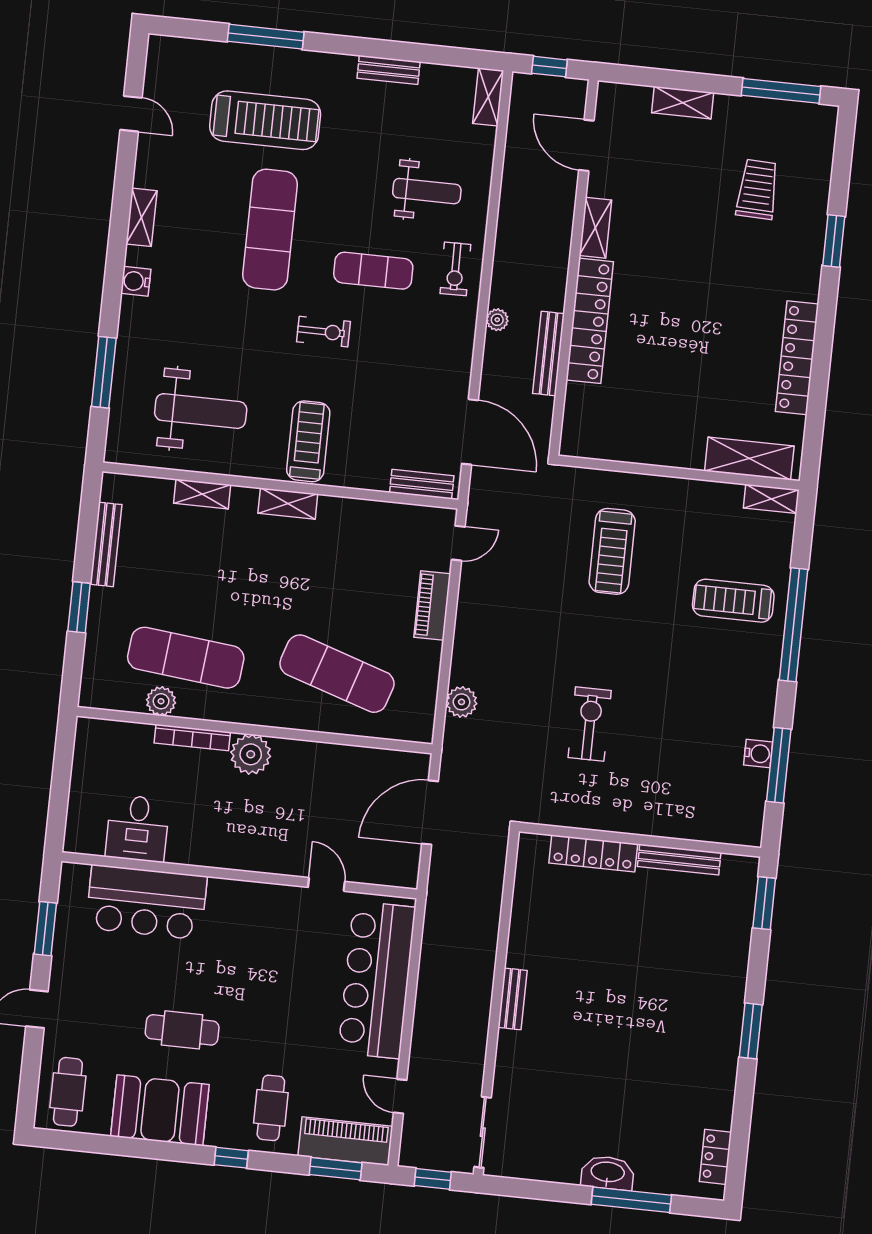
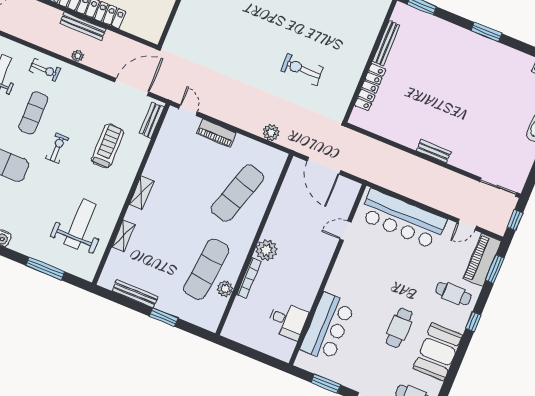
bench: (549, 353) -> (83, 26), moved
treadmill: (308, 441) -> (107, 146), moved, turned 90
treadmill: (612, 551) -> (216, 31), removed

